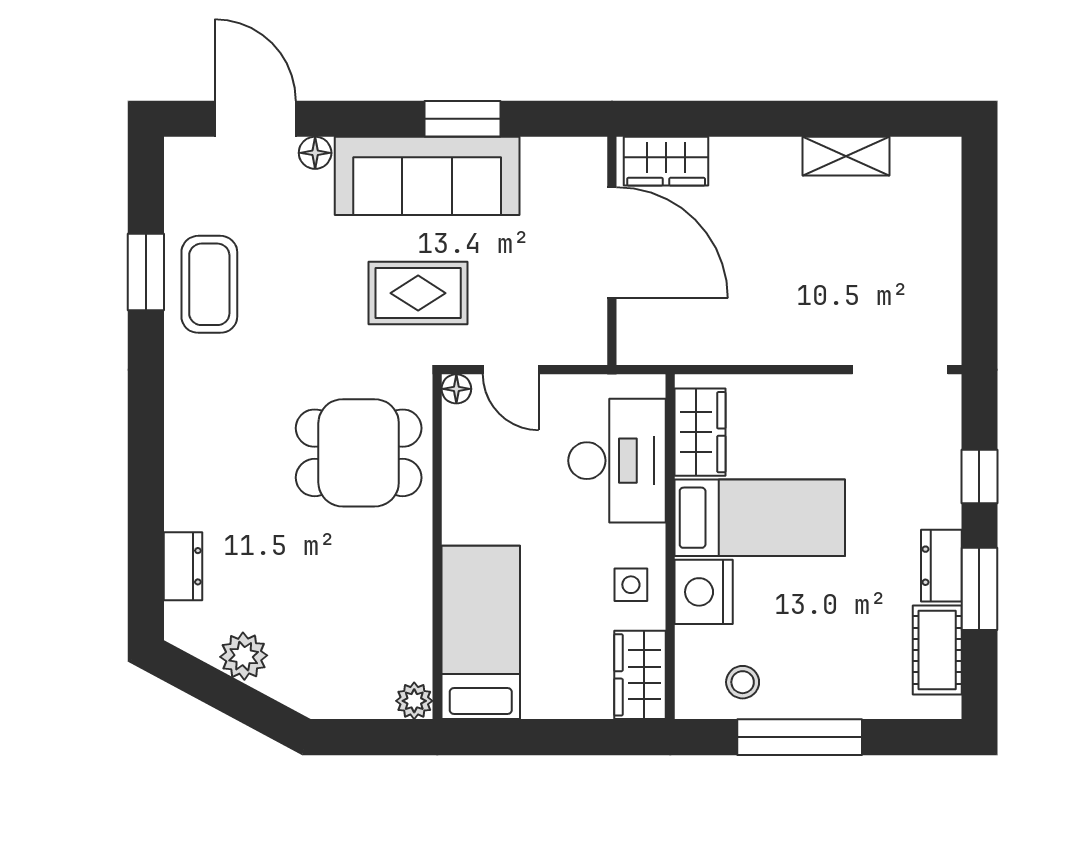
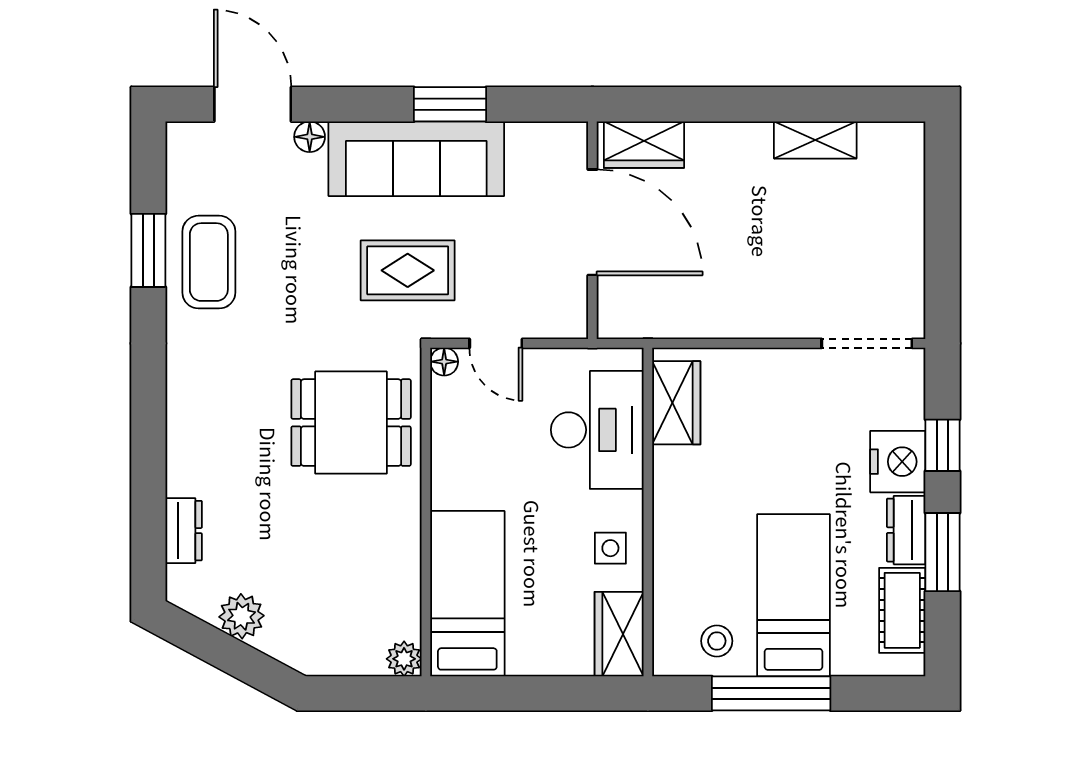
bed: (760, 518) -> (793, 595), moved, turned -90
nightstand: (704, 592) -> (898, 462), moved, turned 180

